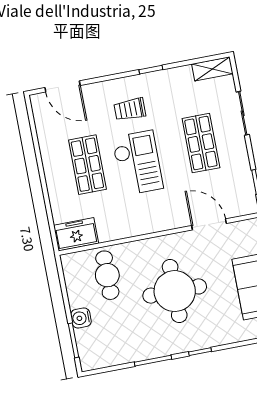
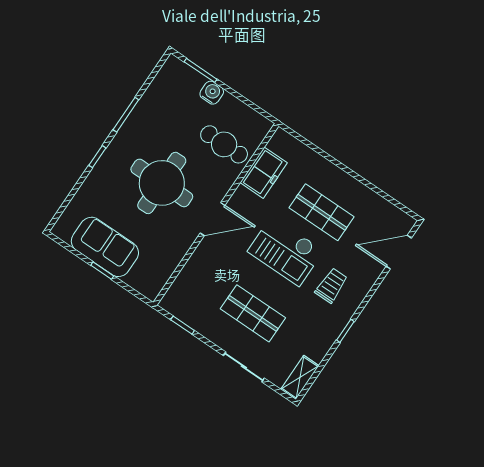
door: (209, 224) -> (213, 219), moved
freezer: (76, 234) -> (264, 173), moved

